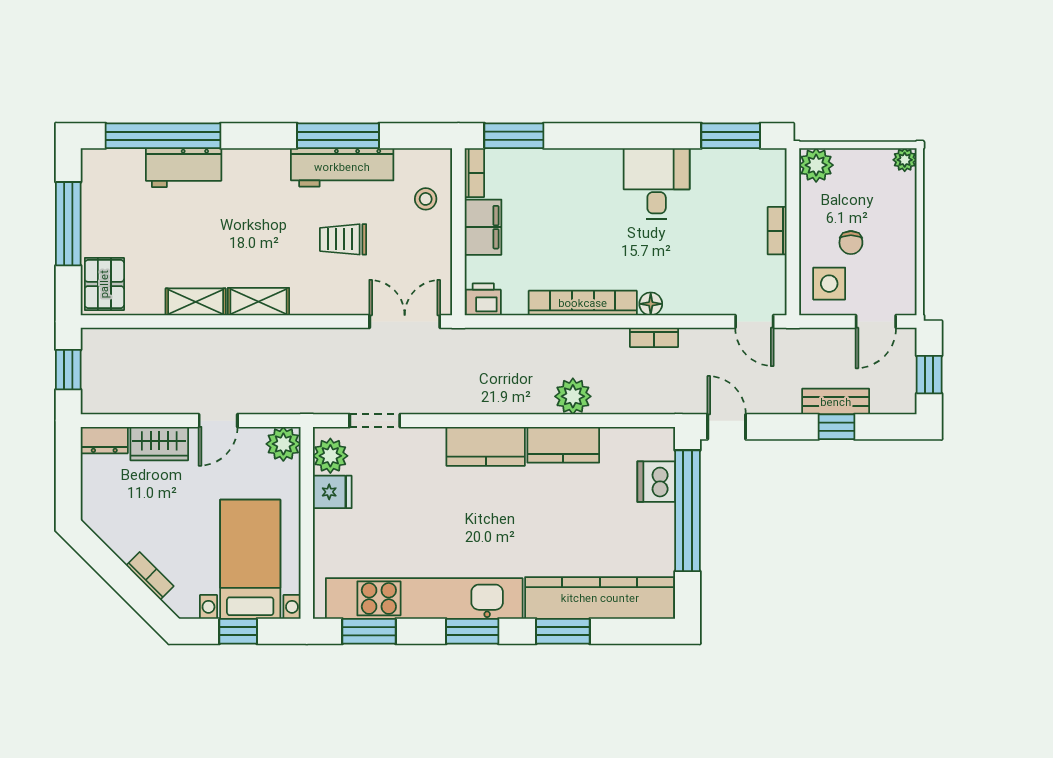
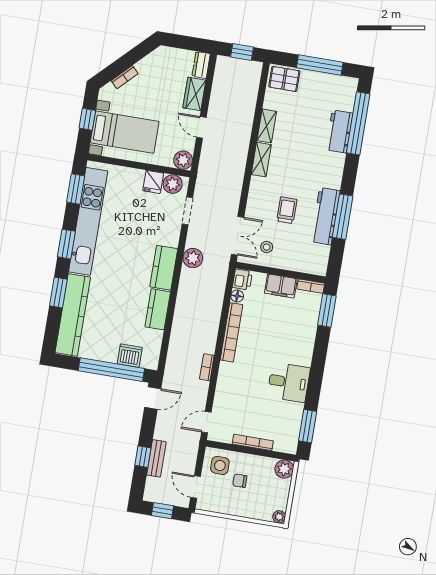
stool: (426, 199) -> (267, 247), moved
bookcase: (777, 231) -> (253, 442), width x1.56
floor lamp: (651, 304) -> (237, 296), moved
plant: (573, 396) -> (193, 258), moved

